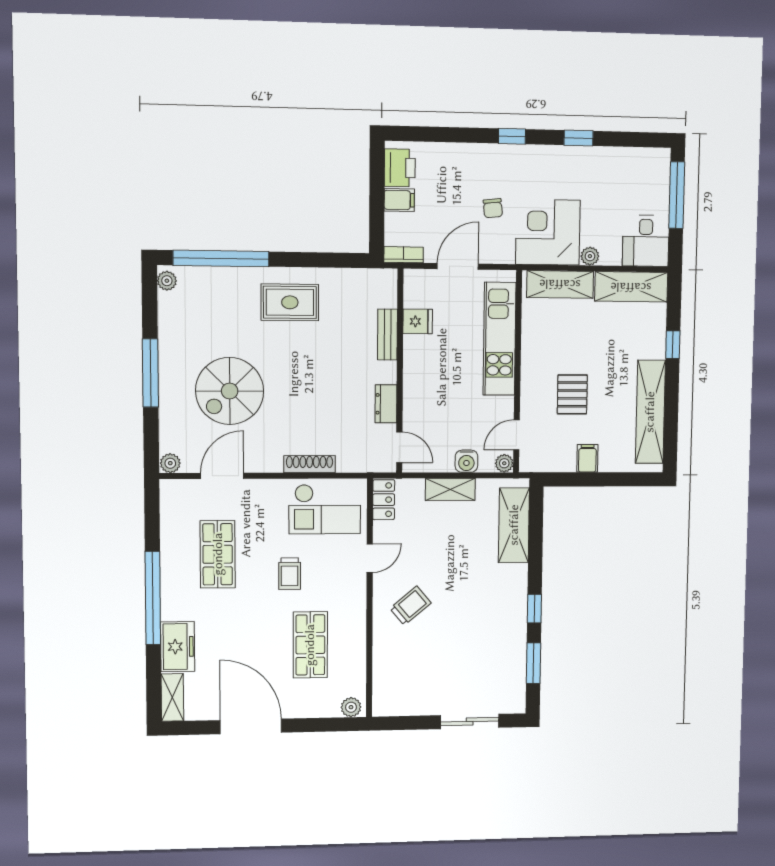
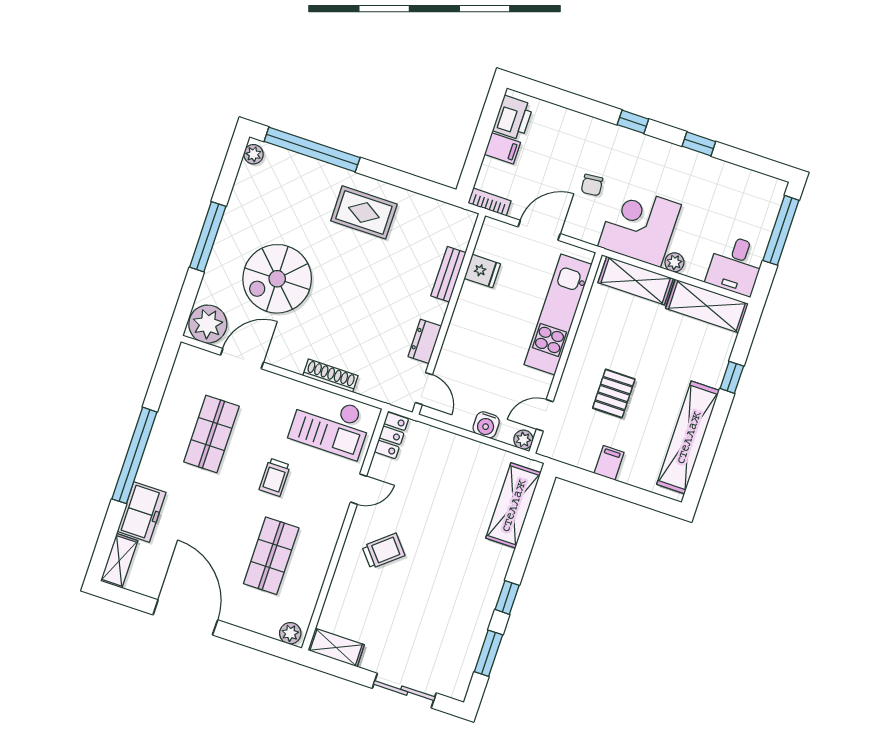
plant: (170, 463) -> (208, 324), width x1.87, depth x1.87
shelving: (450, 489) -> (336, 648), moved

